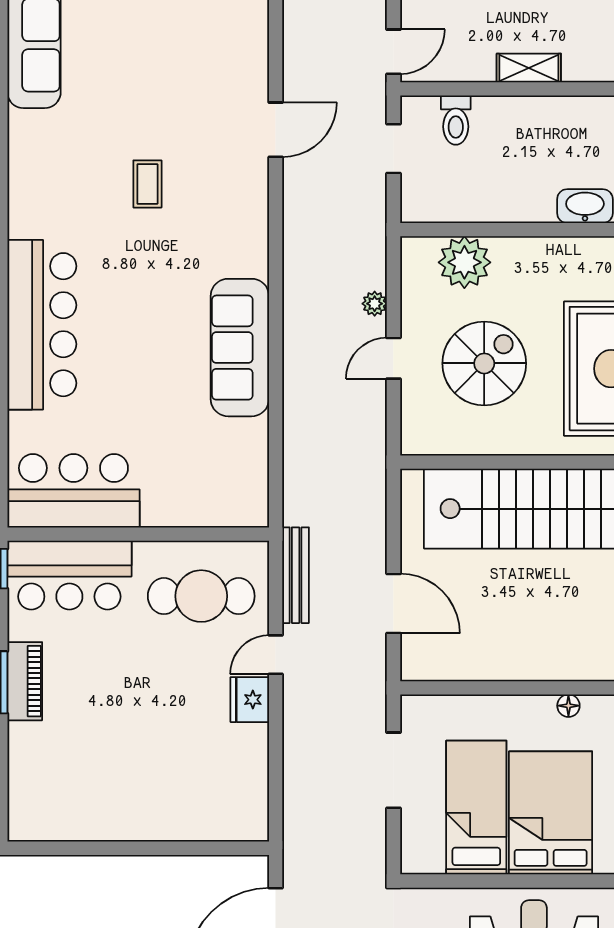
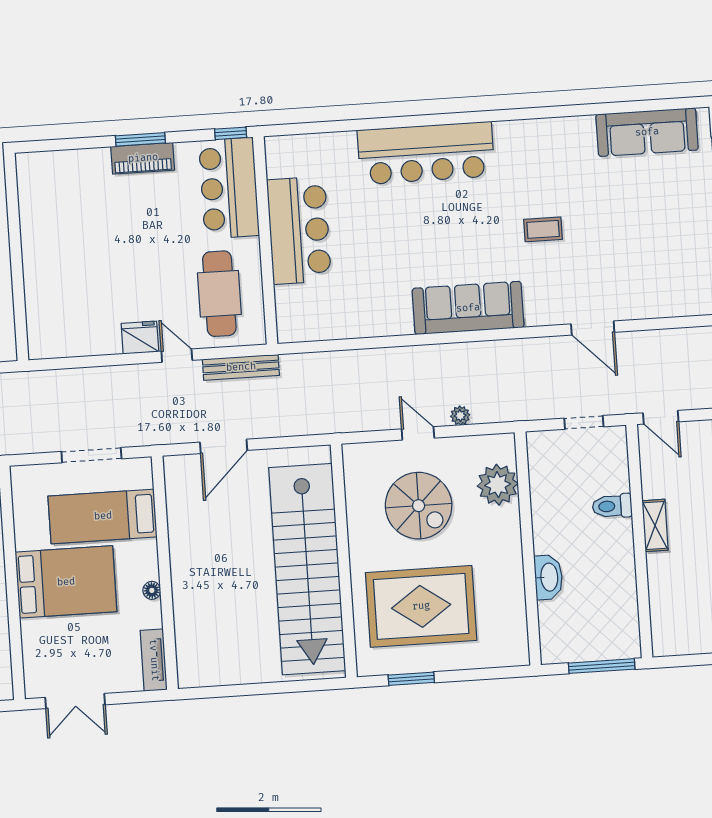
toilet: (456, 120) -> (612, 506), moved
sofa: (240, 348) -> (468, 308), moved
bar counter: (73, 491) -> (299, 230), moved
bed: (476, 808) -> (103, 516), moved, turned 180

